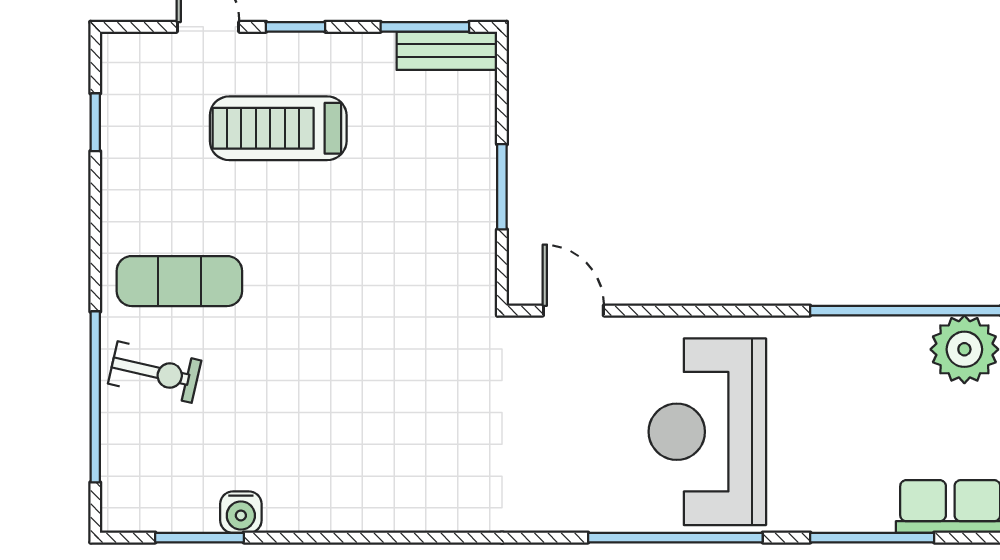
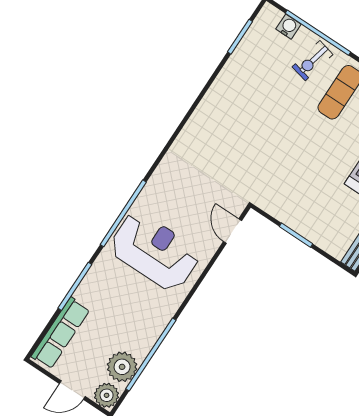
door: (573, 311) -> (233, 231), swing flipped
water cooler: (241, 512) -> (288, 27), moved, turned 90

